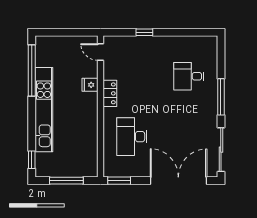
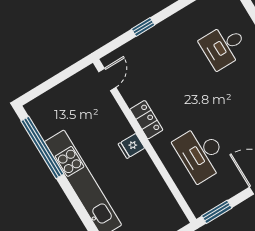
door: (100, 52) -> (107, 79), swing flipped
fridge: (90, 85) -> (131, 146), moved

